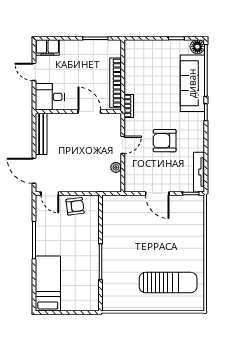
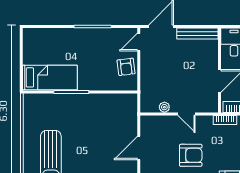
armchair: (165, 141) -> (191, 155), turned 90
bed: (48, 284) -> (50, 77), moved

